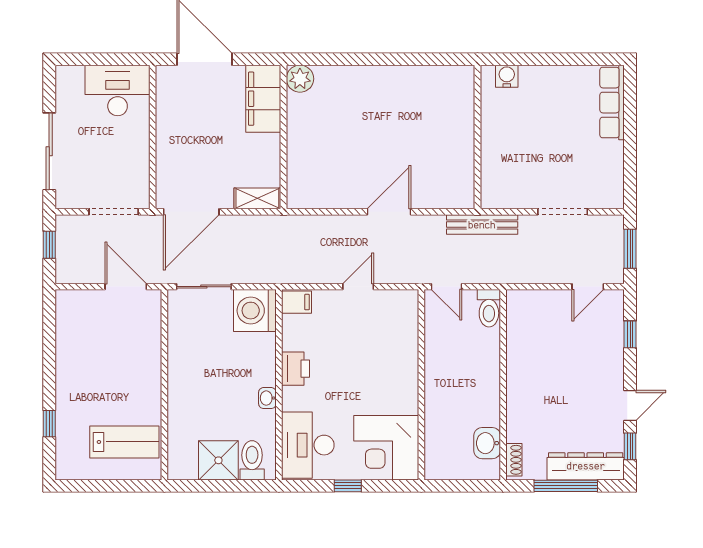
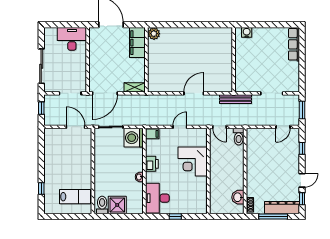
corner desk: (386, 448) -> (193, 162), moved
toilet: (252, 460) -> (102, 205), moved

